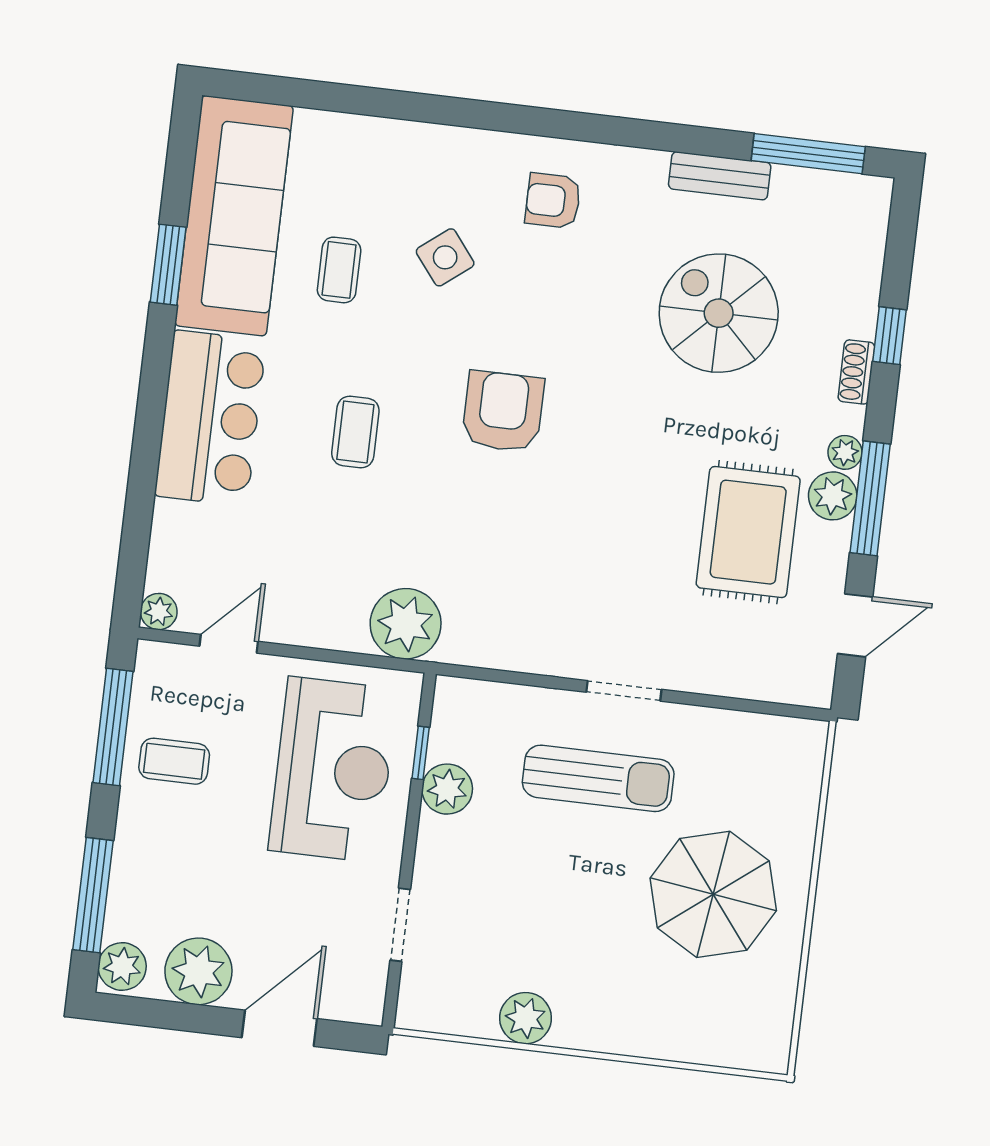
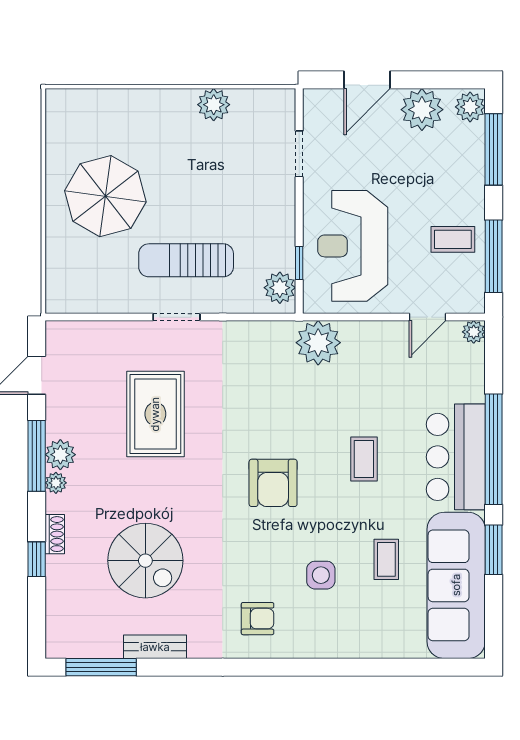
side table: (445, 257) -> (321, 575), turned 38
window: (149, 423) -> (494, 449), added
rug: (748, 532) -> (155, 414), moved
plant: (447, 789) -> (280, 288), moved

